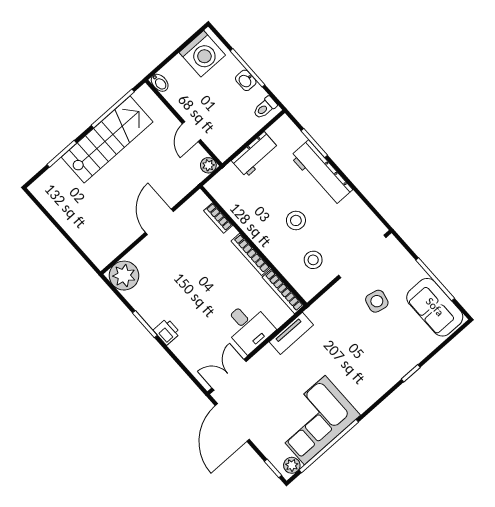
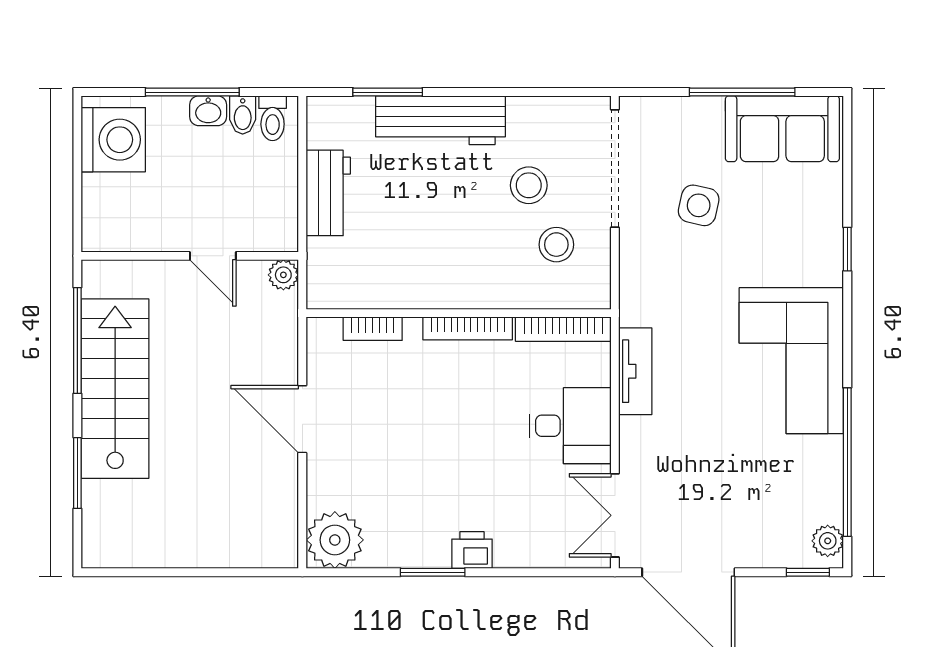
bidet: (160, 83) -> (243, 115), moved, turned 90
stool: (296, 220) -> (529, 185), moved
corner sofa: (315, 420) -> (791, 361), moved

